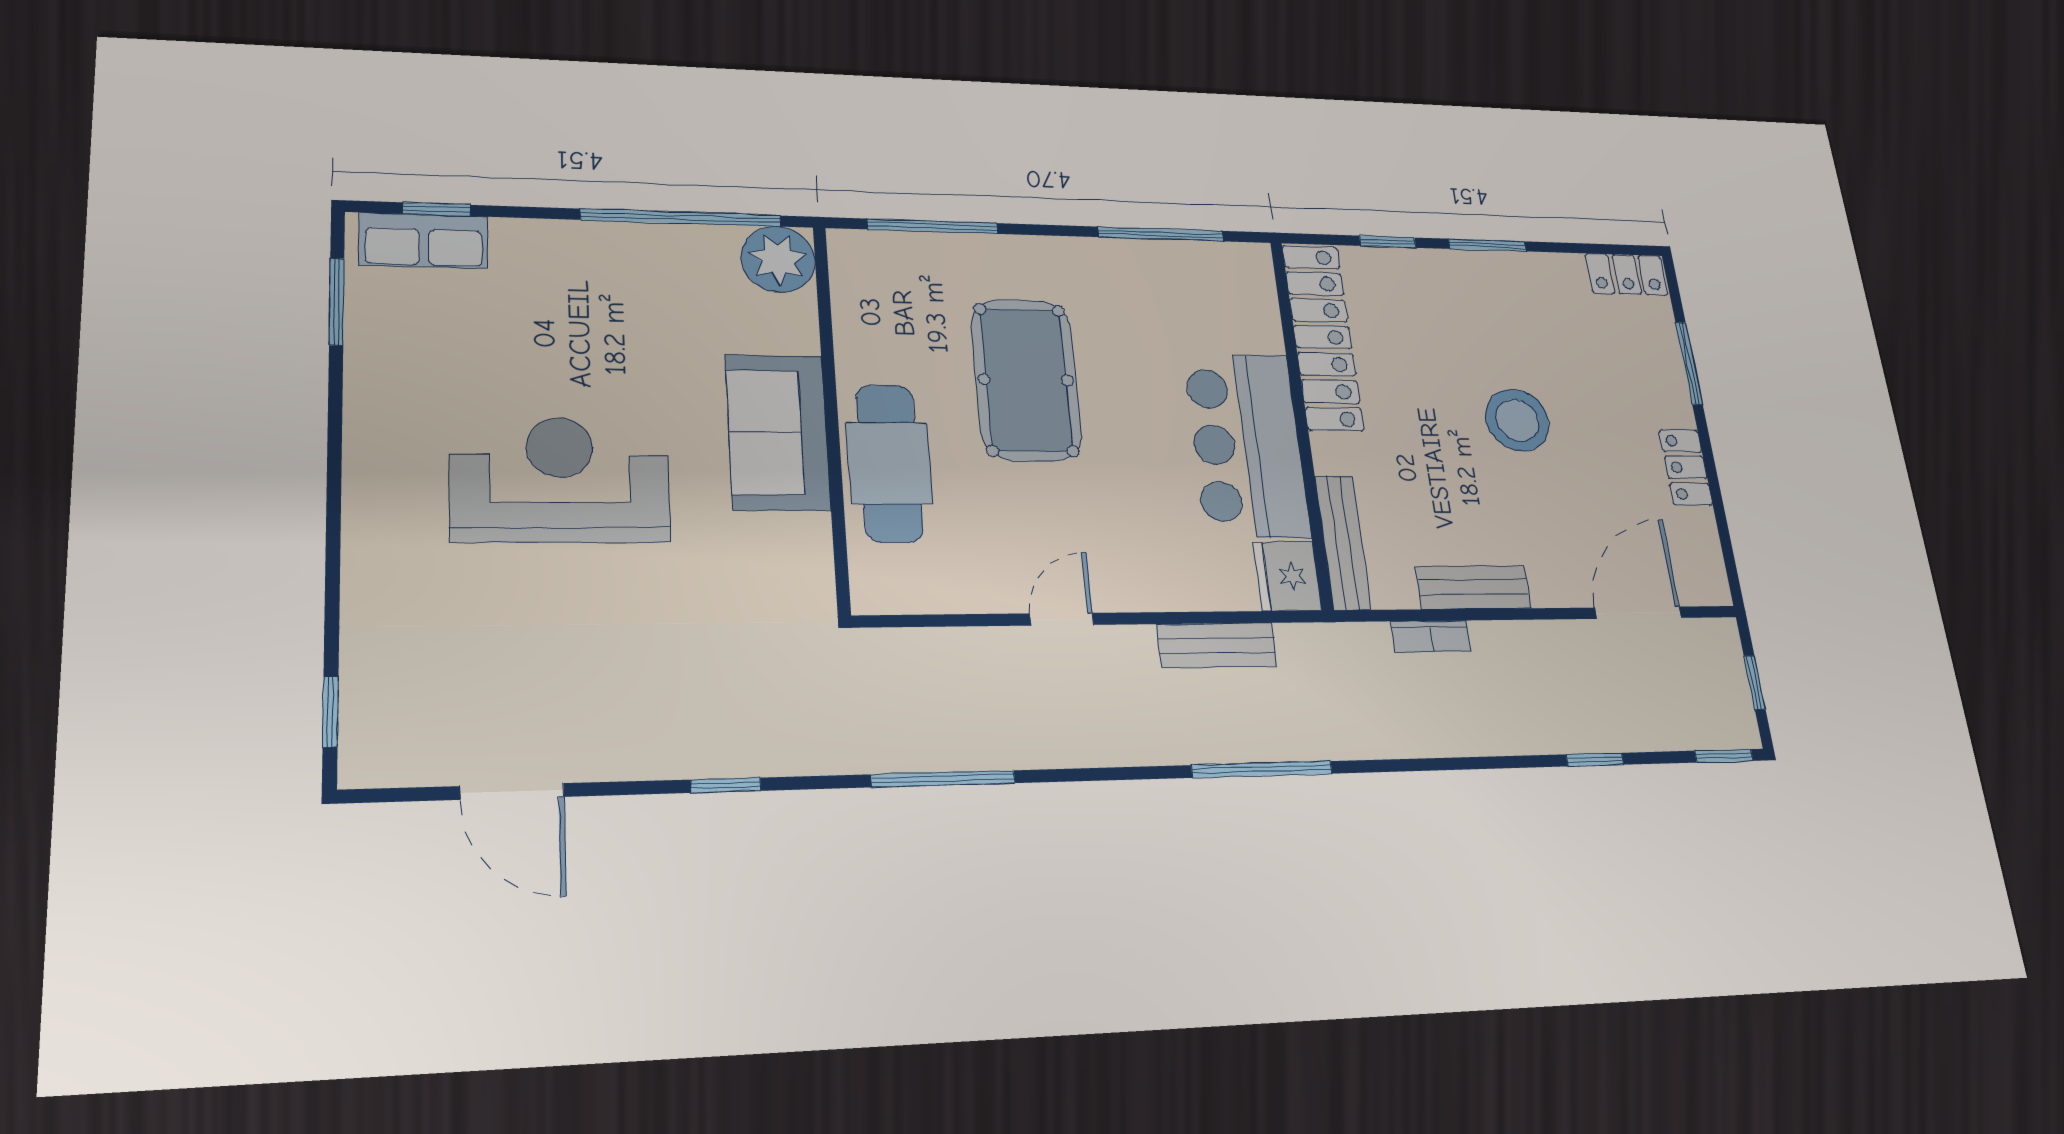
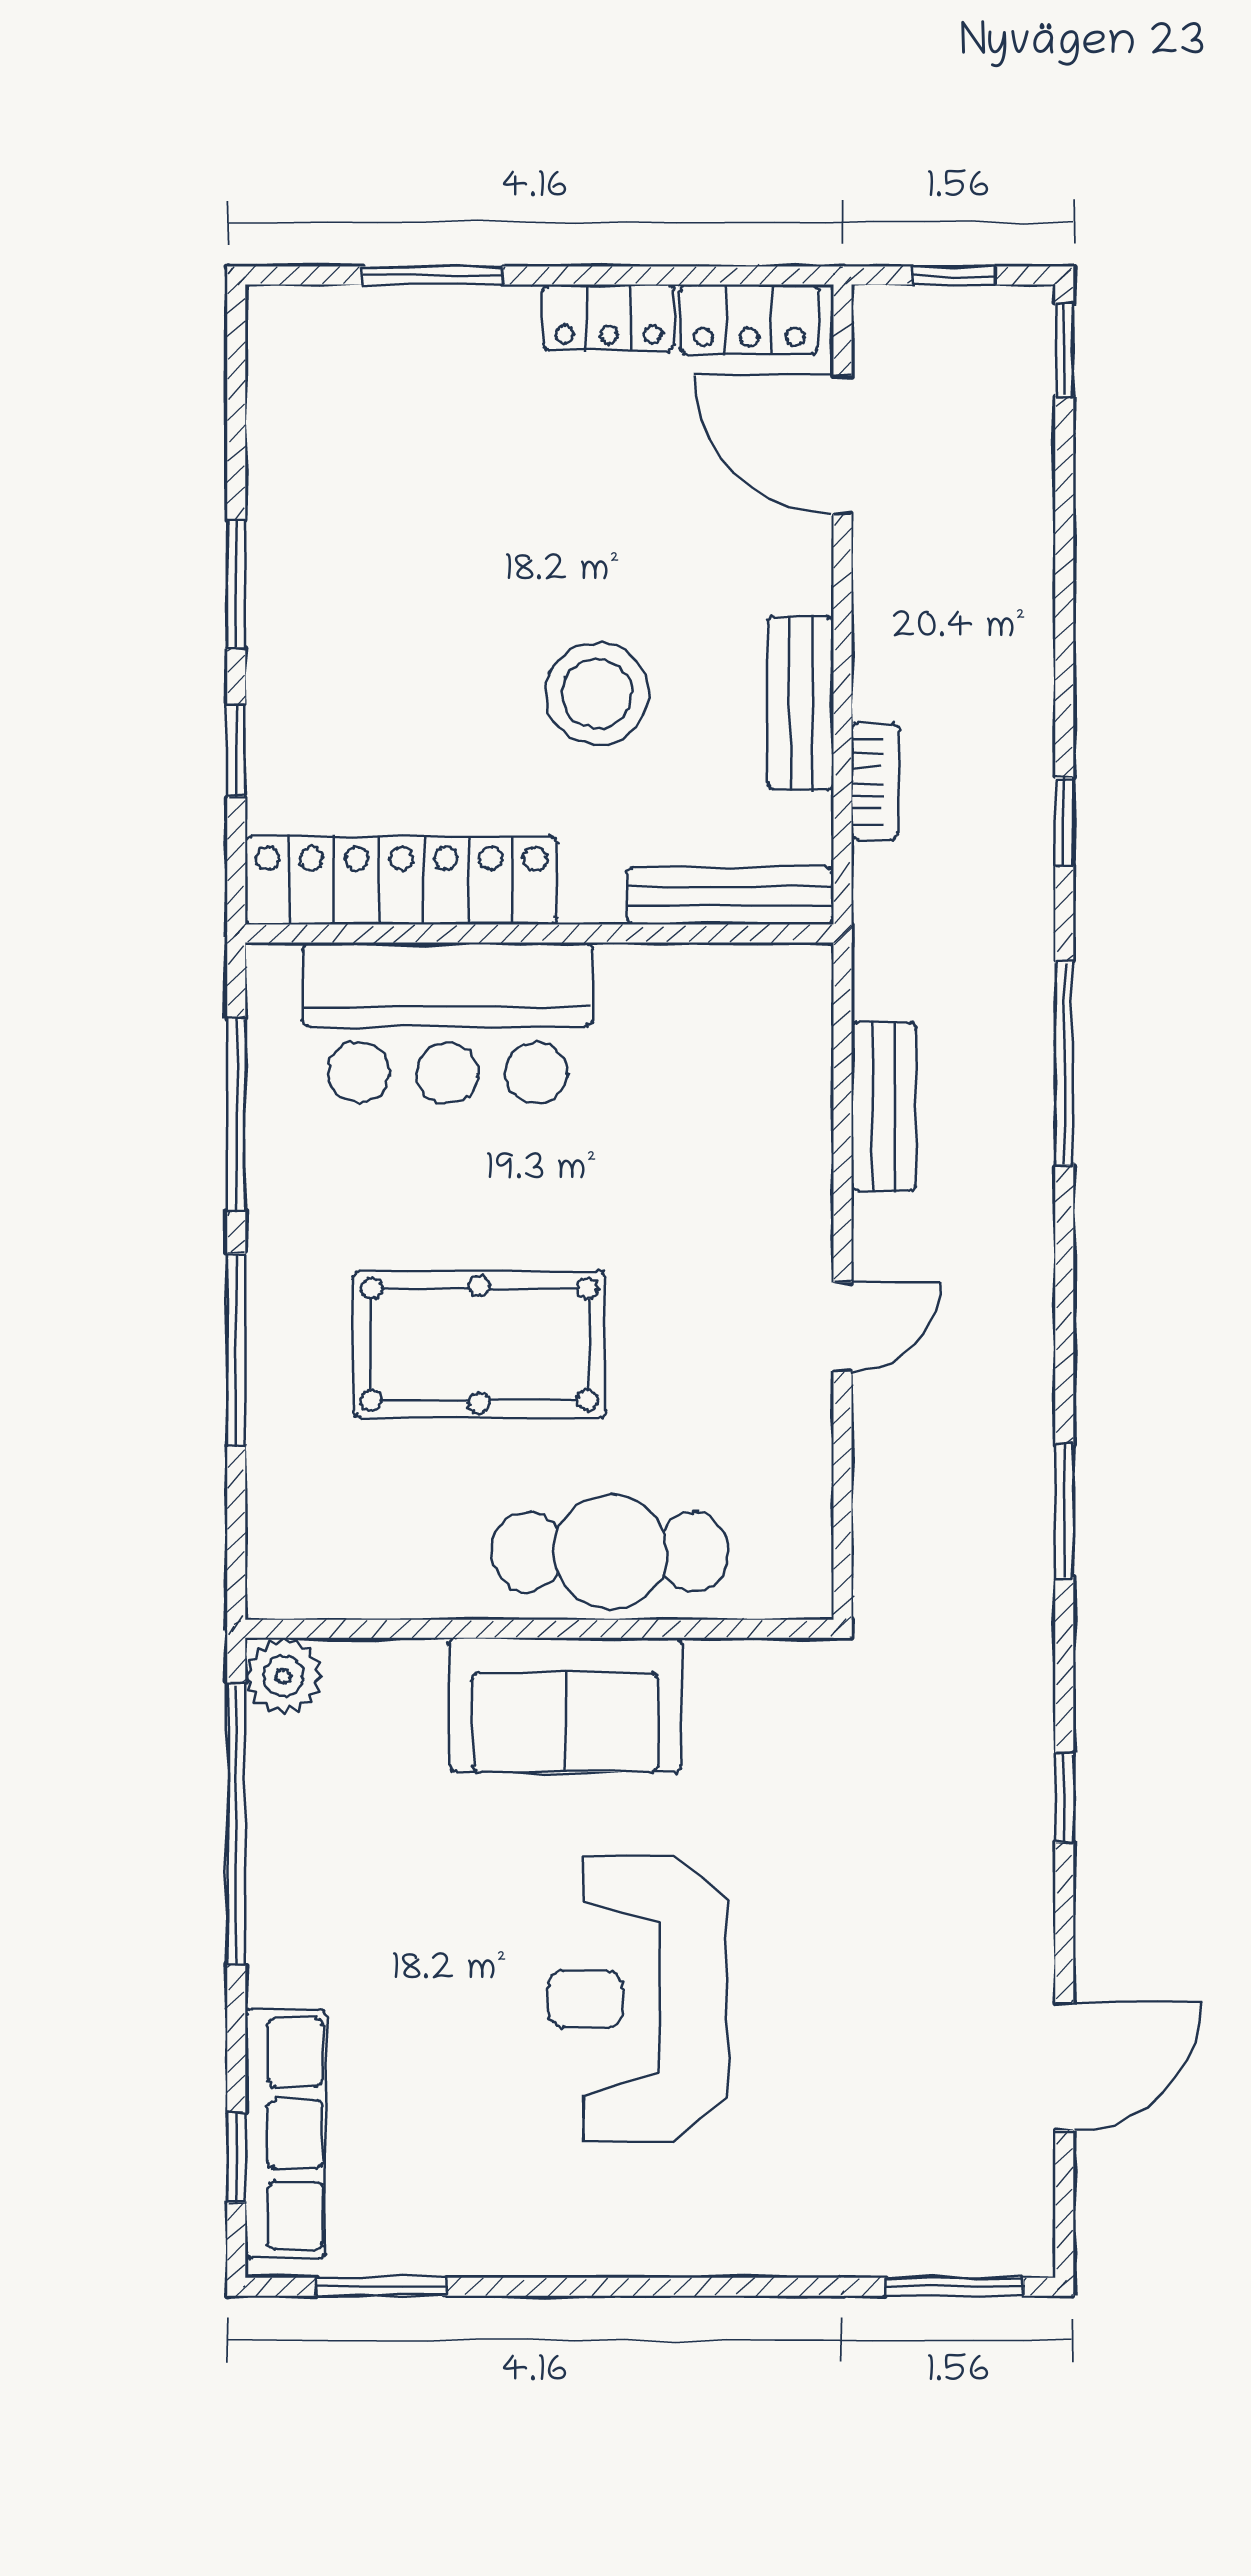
window: (933, 226) -> (236, 1349), moved
row of seats: (424, 241) -> (285, 2134), width x1.48
plant: (778, 259) -> (284, 1676), width x0.73, depth x0.73
locker: (1627, 274) -> (749, 319), moved, turned 90
stool: (1517, 420) -> (597, 694), moved
bar counter: (1247, 445) -> (447, 1023), moved
fridge: (1287, 576) -> (781, 988), removed
door: (1062, 619) -> (842, 1327), swing flipped
window: (331, 712) -> (954, 2287), width x1.50
window: (1595, 760) -> (1064, 822), moved
window: (943, 779) -> (1064, 1511), width x0.69

